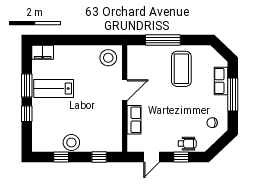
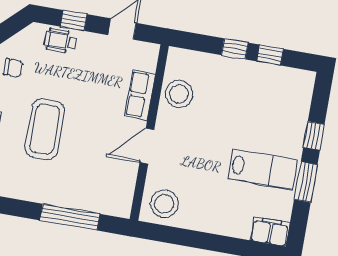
coffee table: (181, 69) -> (45, 129), moved
stool: (71, 143) -> (179, 94), moved
window: (99, 157) -> (235, 49), moved

